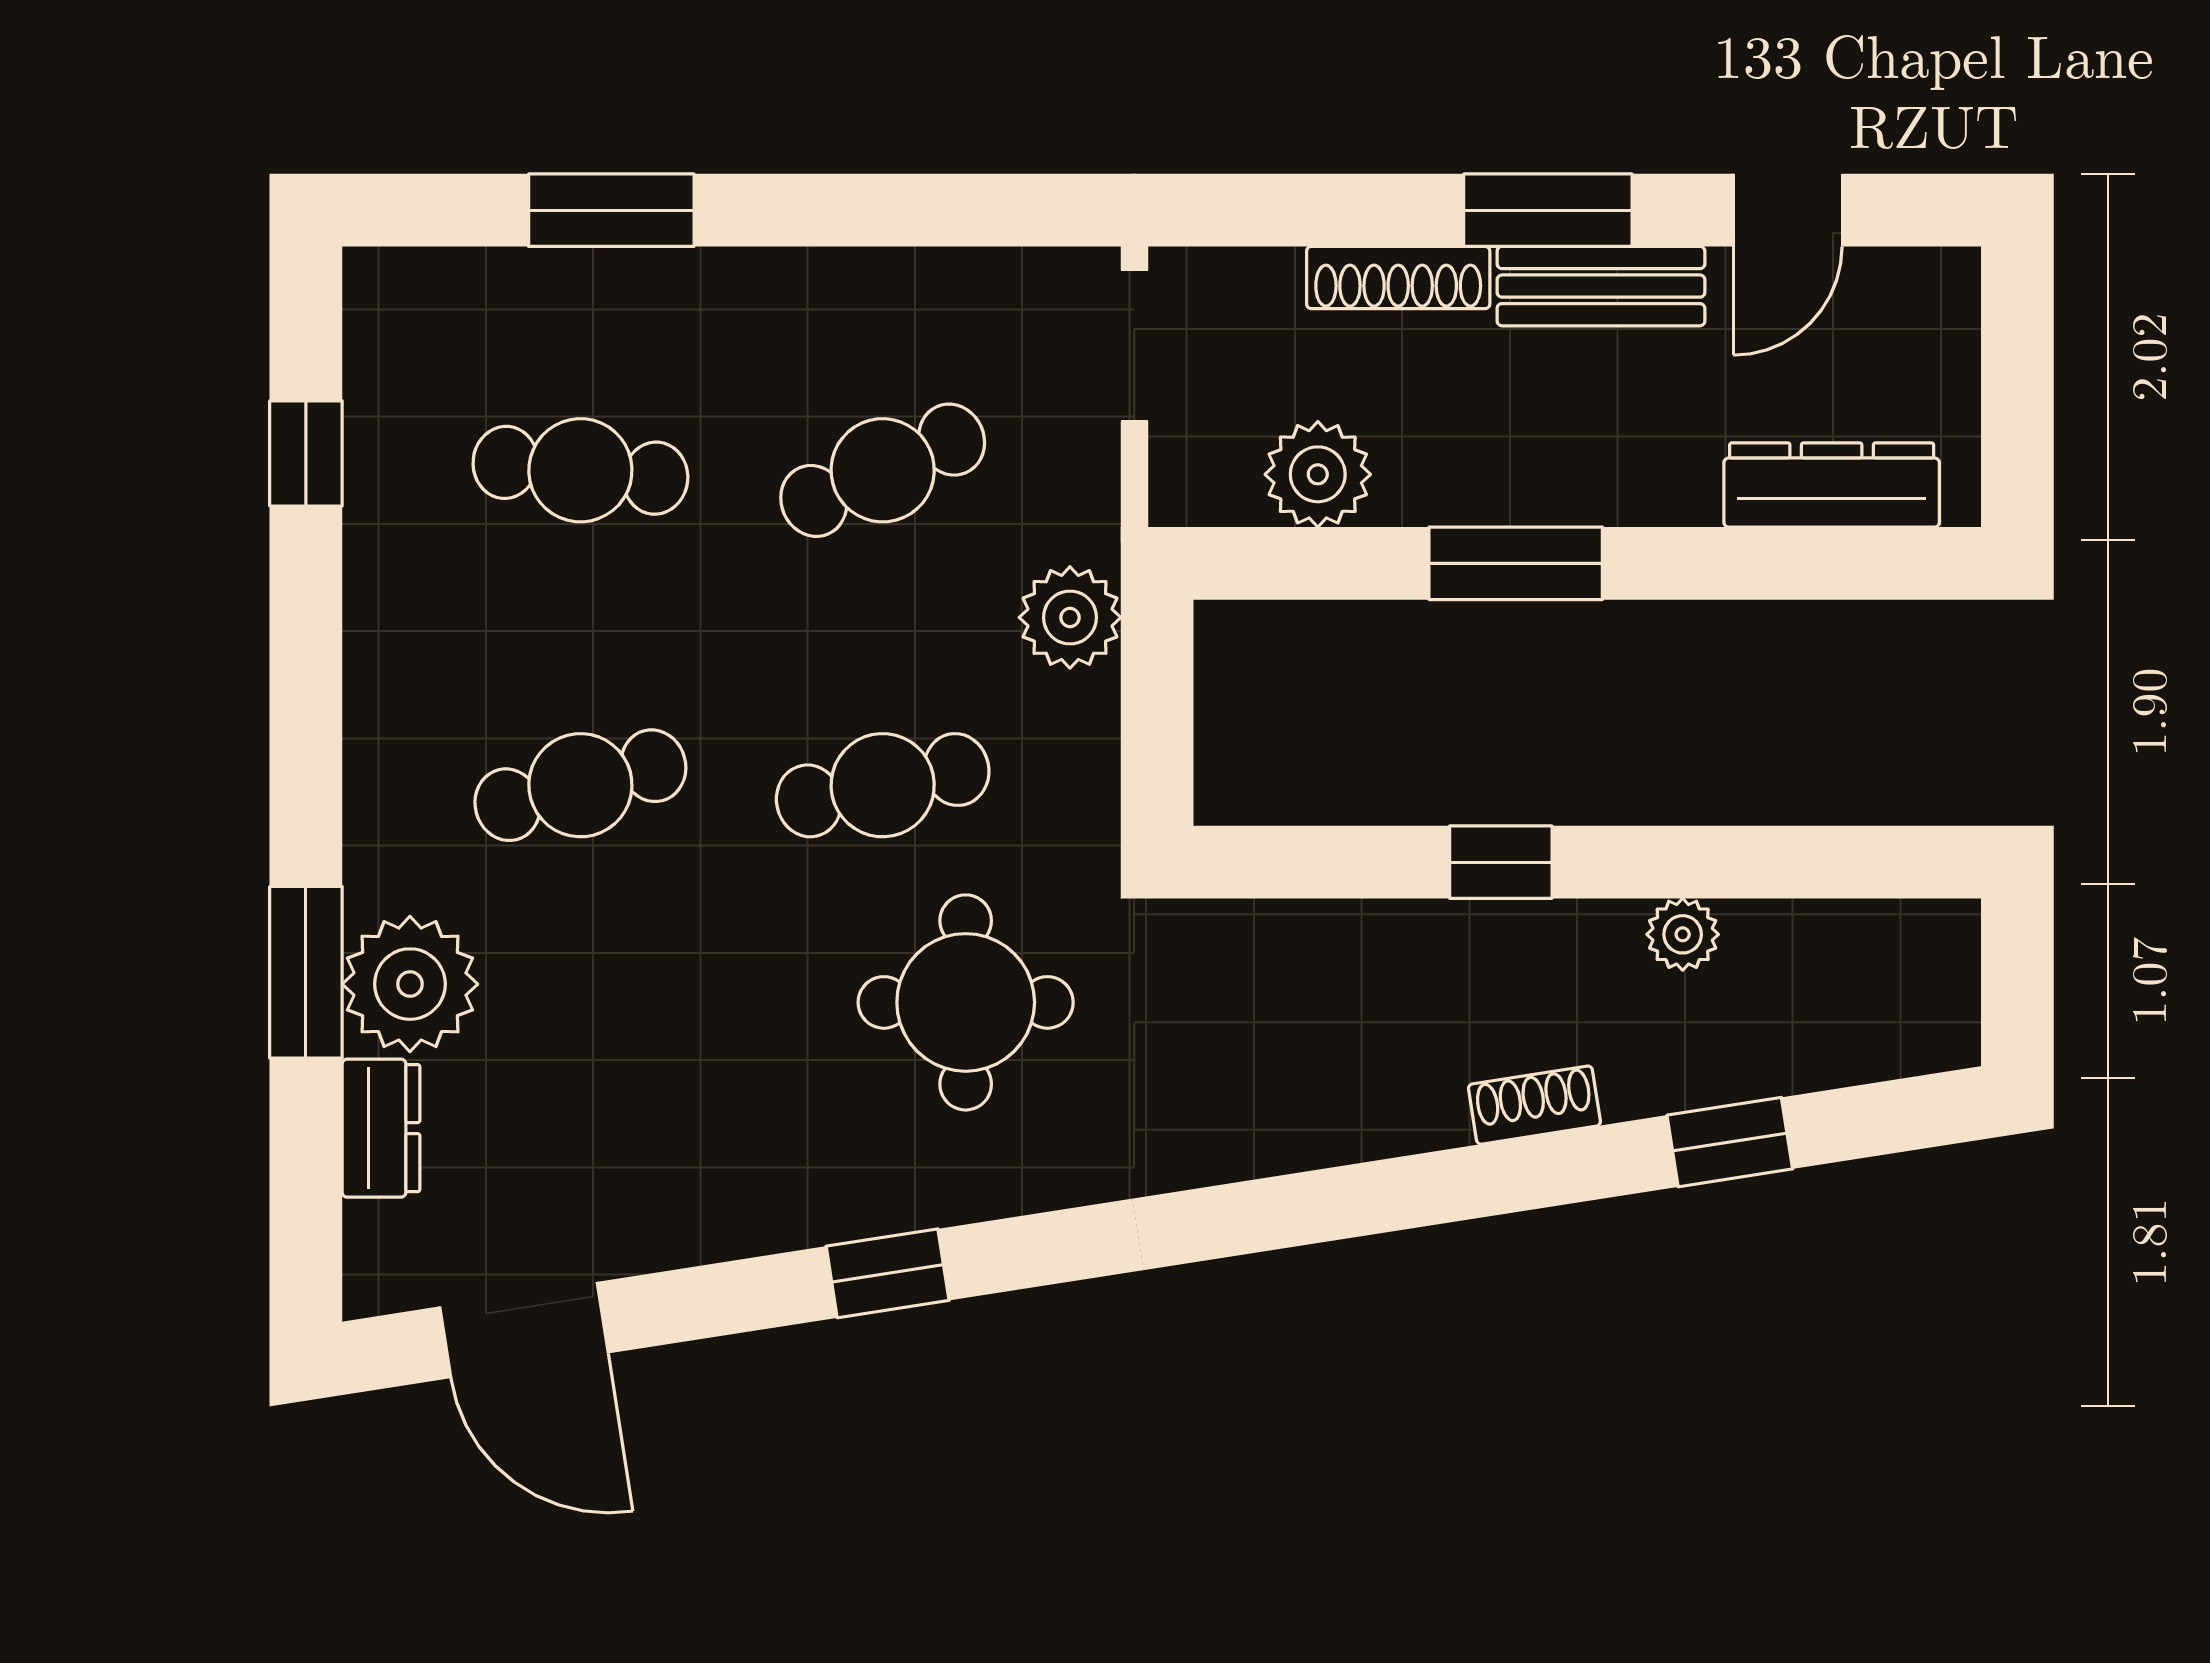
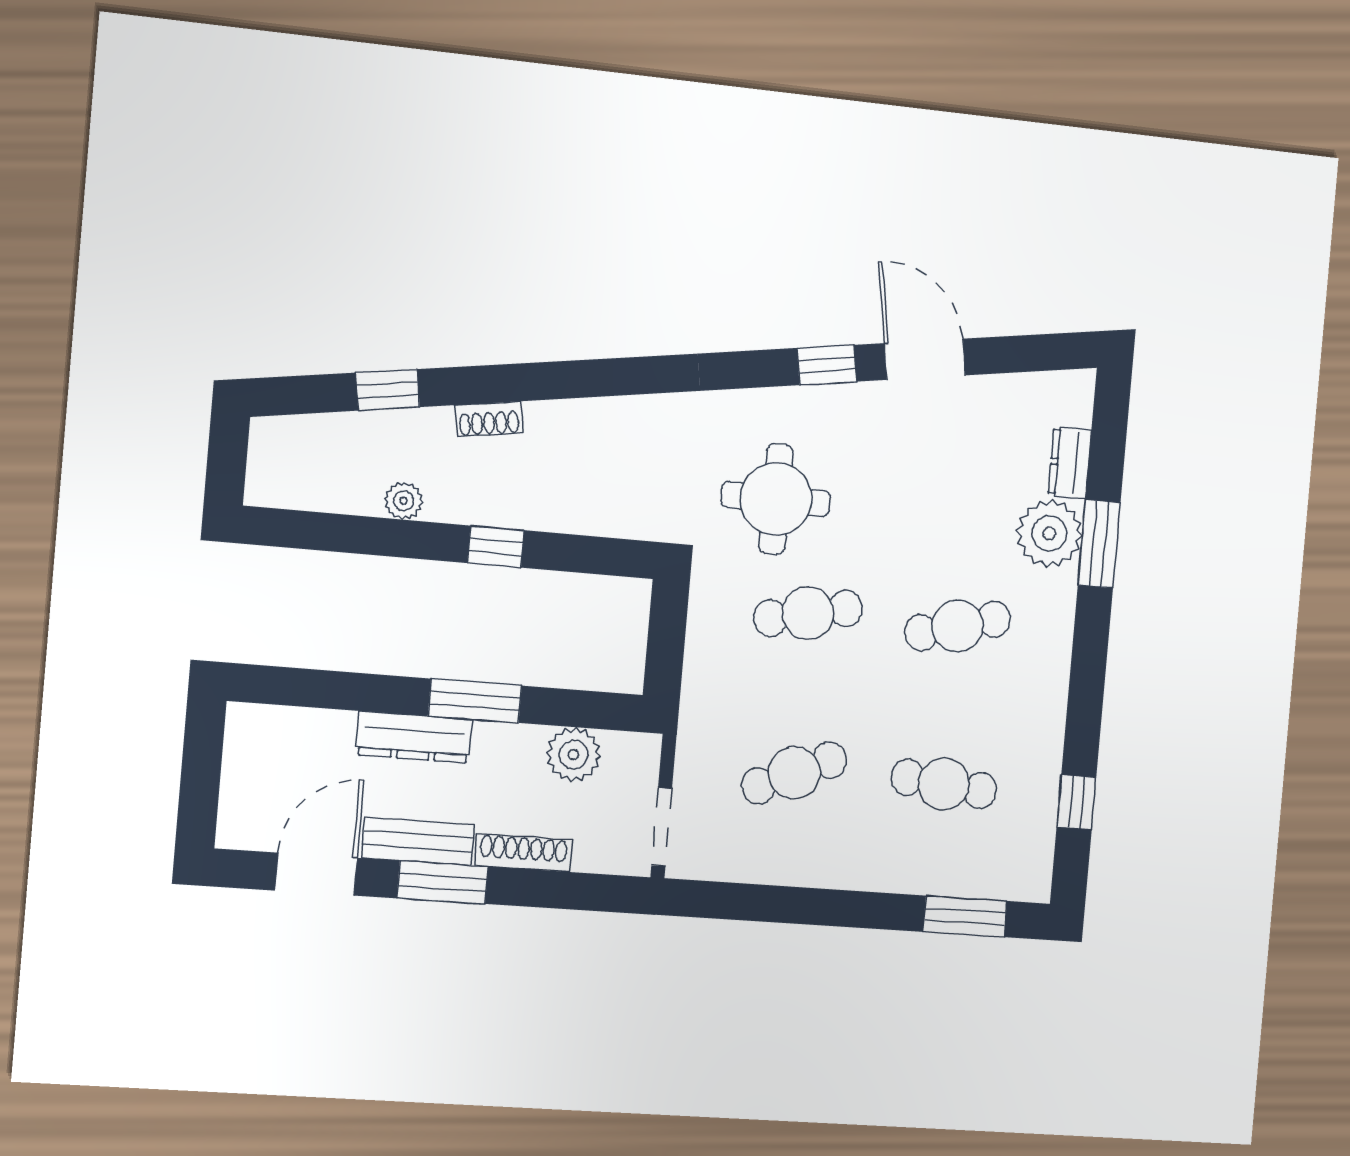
window: (611, 210) -> (965, 916), moved
door: (1788, 210) -> (316, 874), width x1.38
dresser: (1832, 485) -> (414, 737), moved
plant: (1070, 617) -> (706, 691), removed
door: (524, 1330) -> (925, 359), moved

